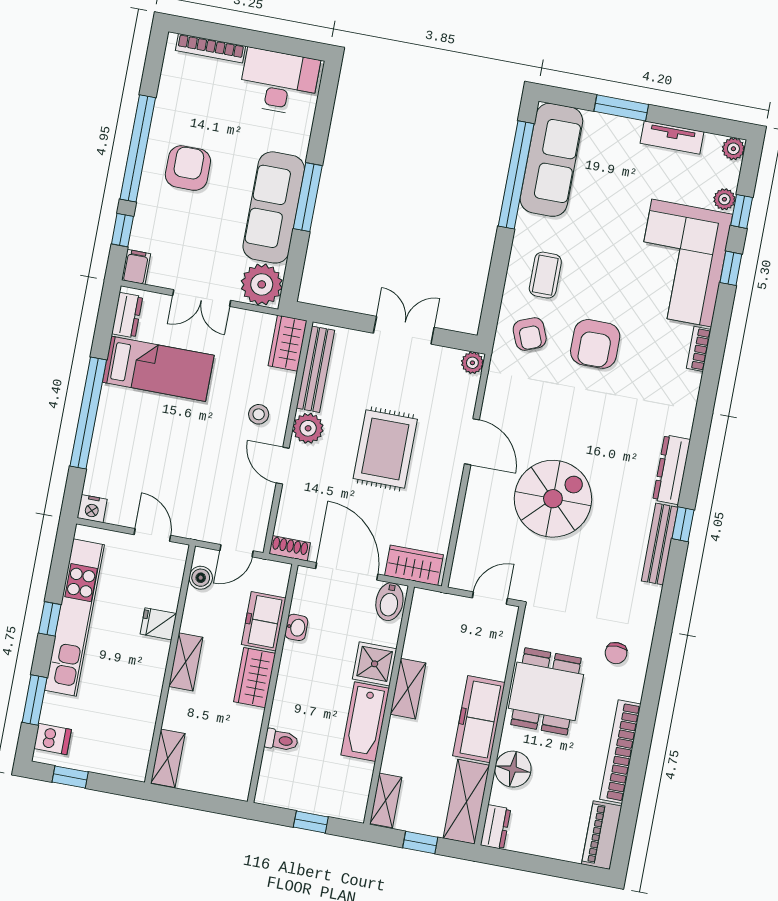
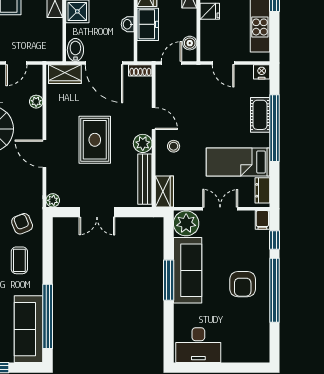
bookcase: (211, 48) -> (243, 357), removed
cot: (108, 439) -> (260, 115), added
plant: (469, 529) -> (36, 102), added

